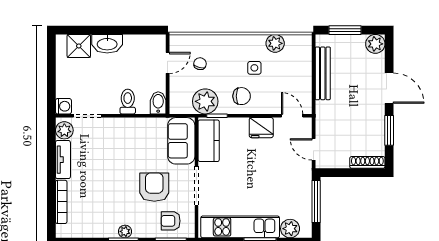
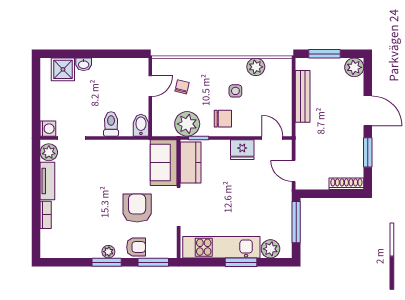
washbasin: (107, 44) -> (84, 64), width x0.52, depth x0.69
bookcase: (61, 202) -> (46, 215), width x0.64
armchair: (171, 221) -> (136, 247), moved, turned 180

